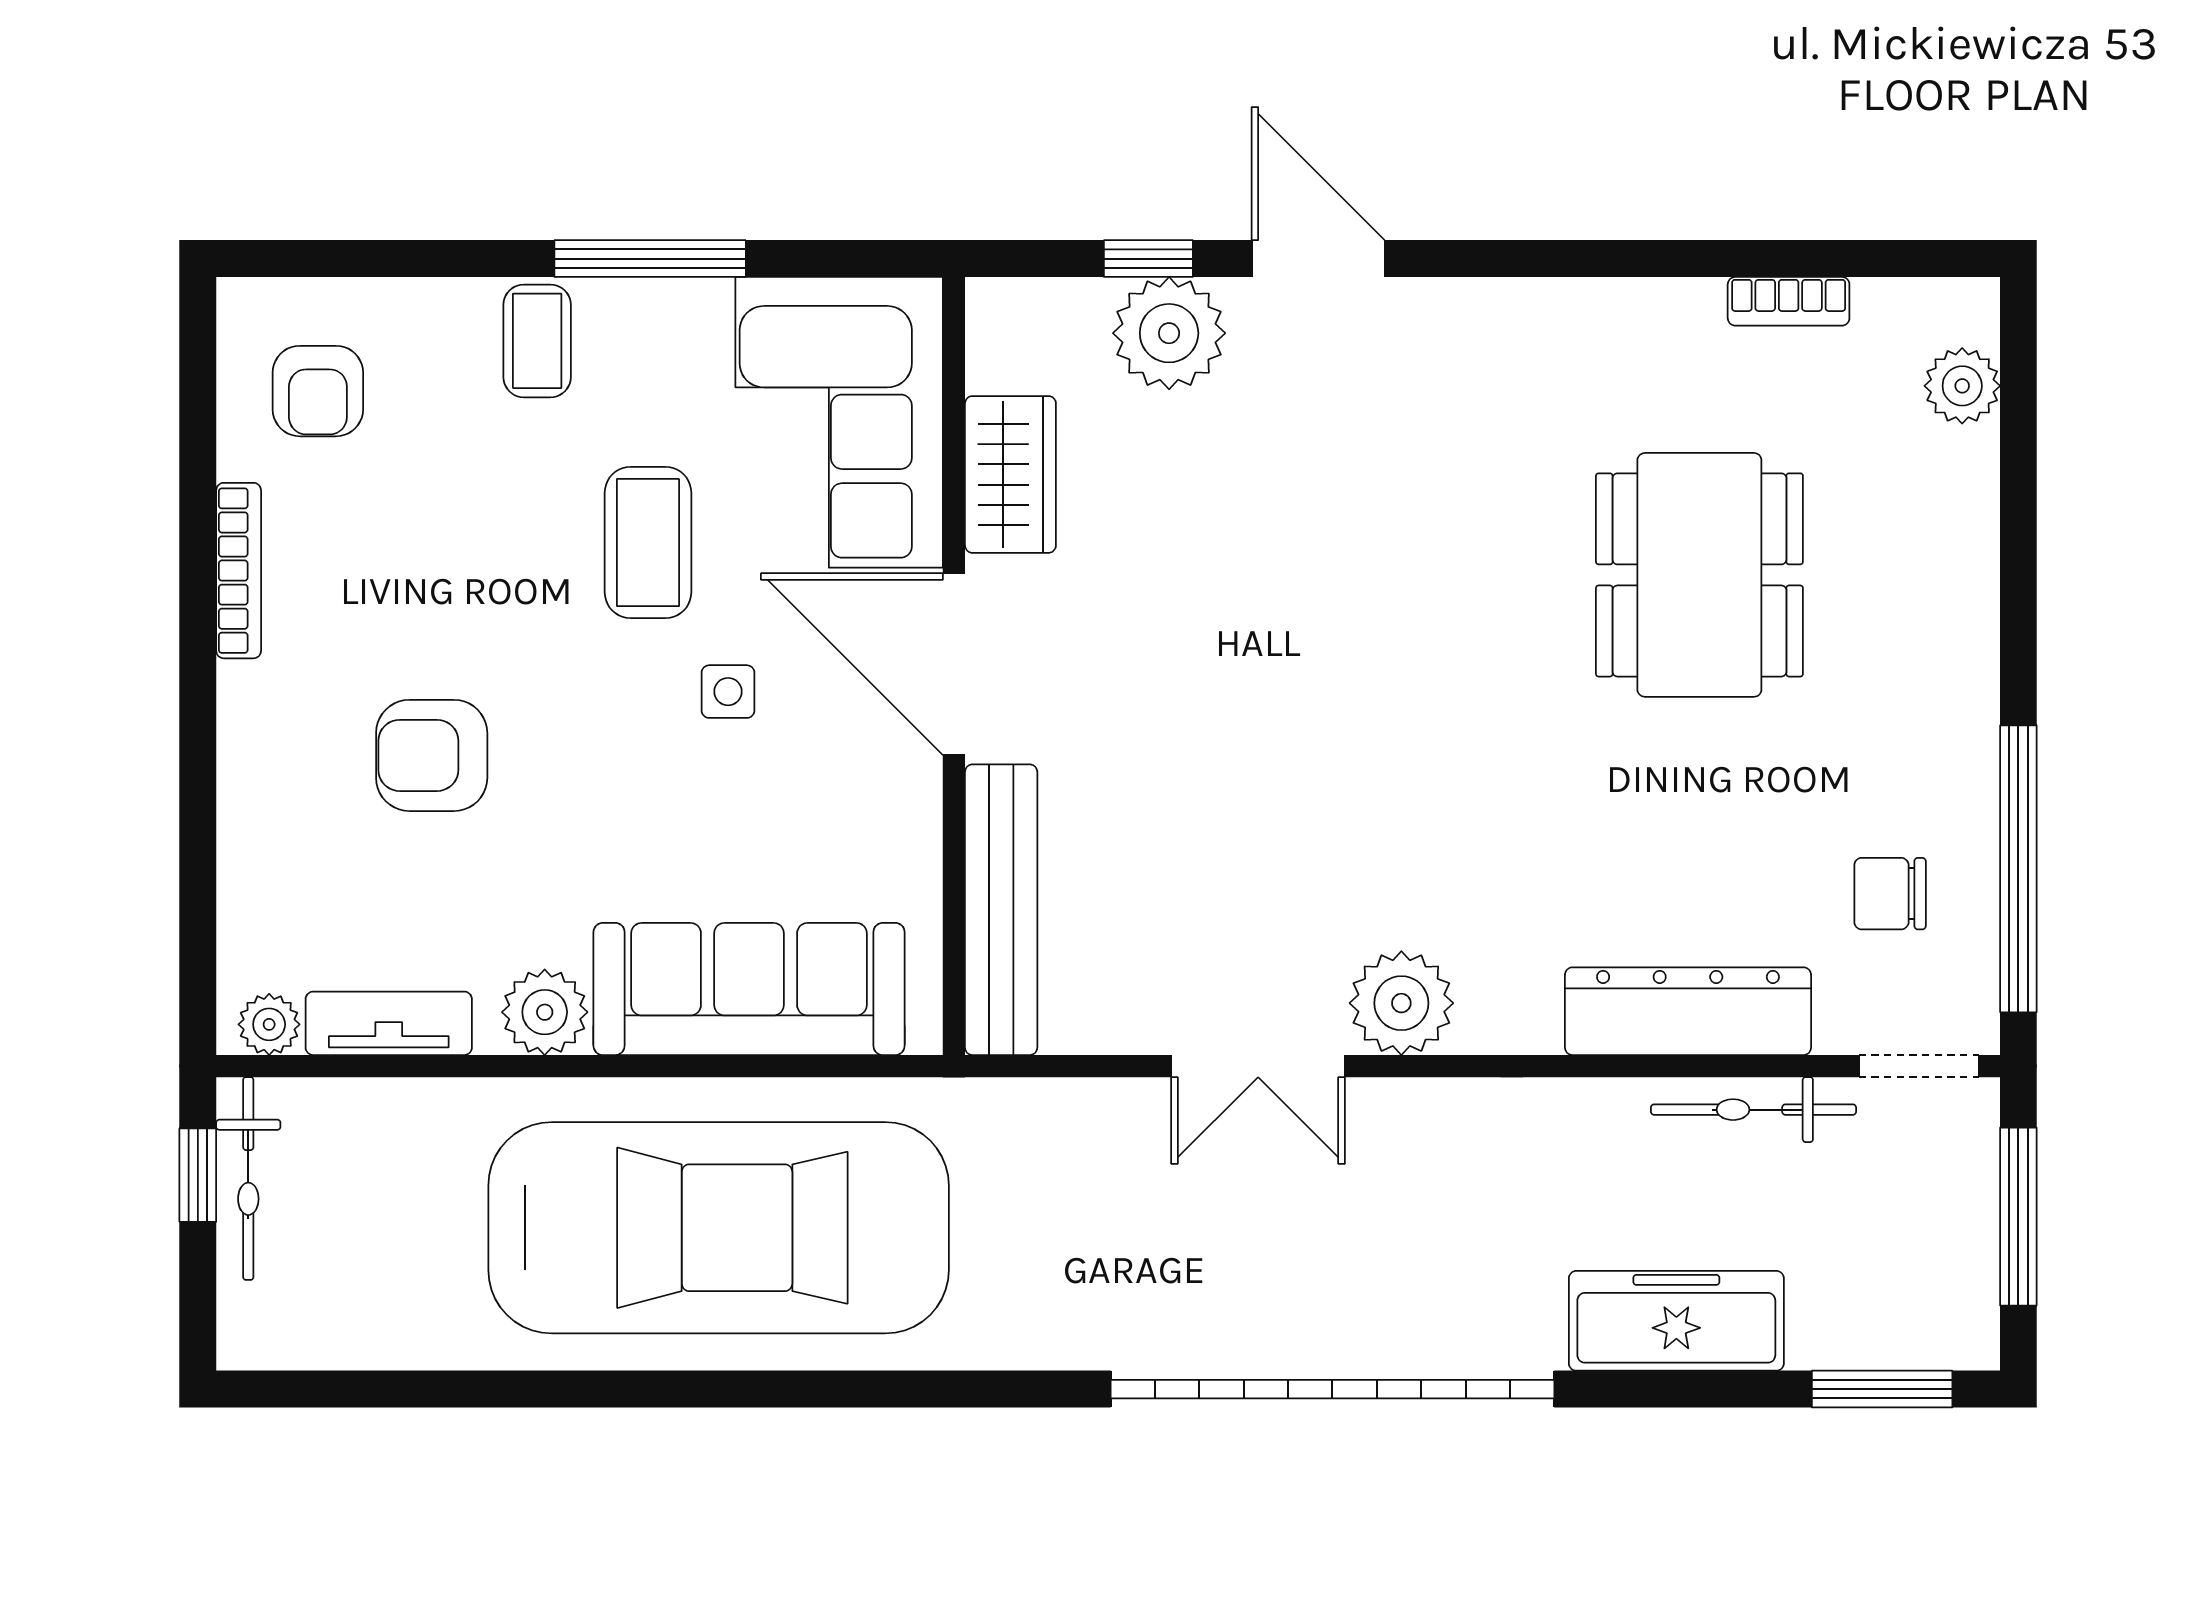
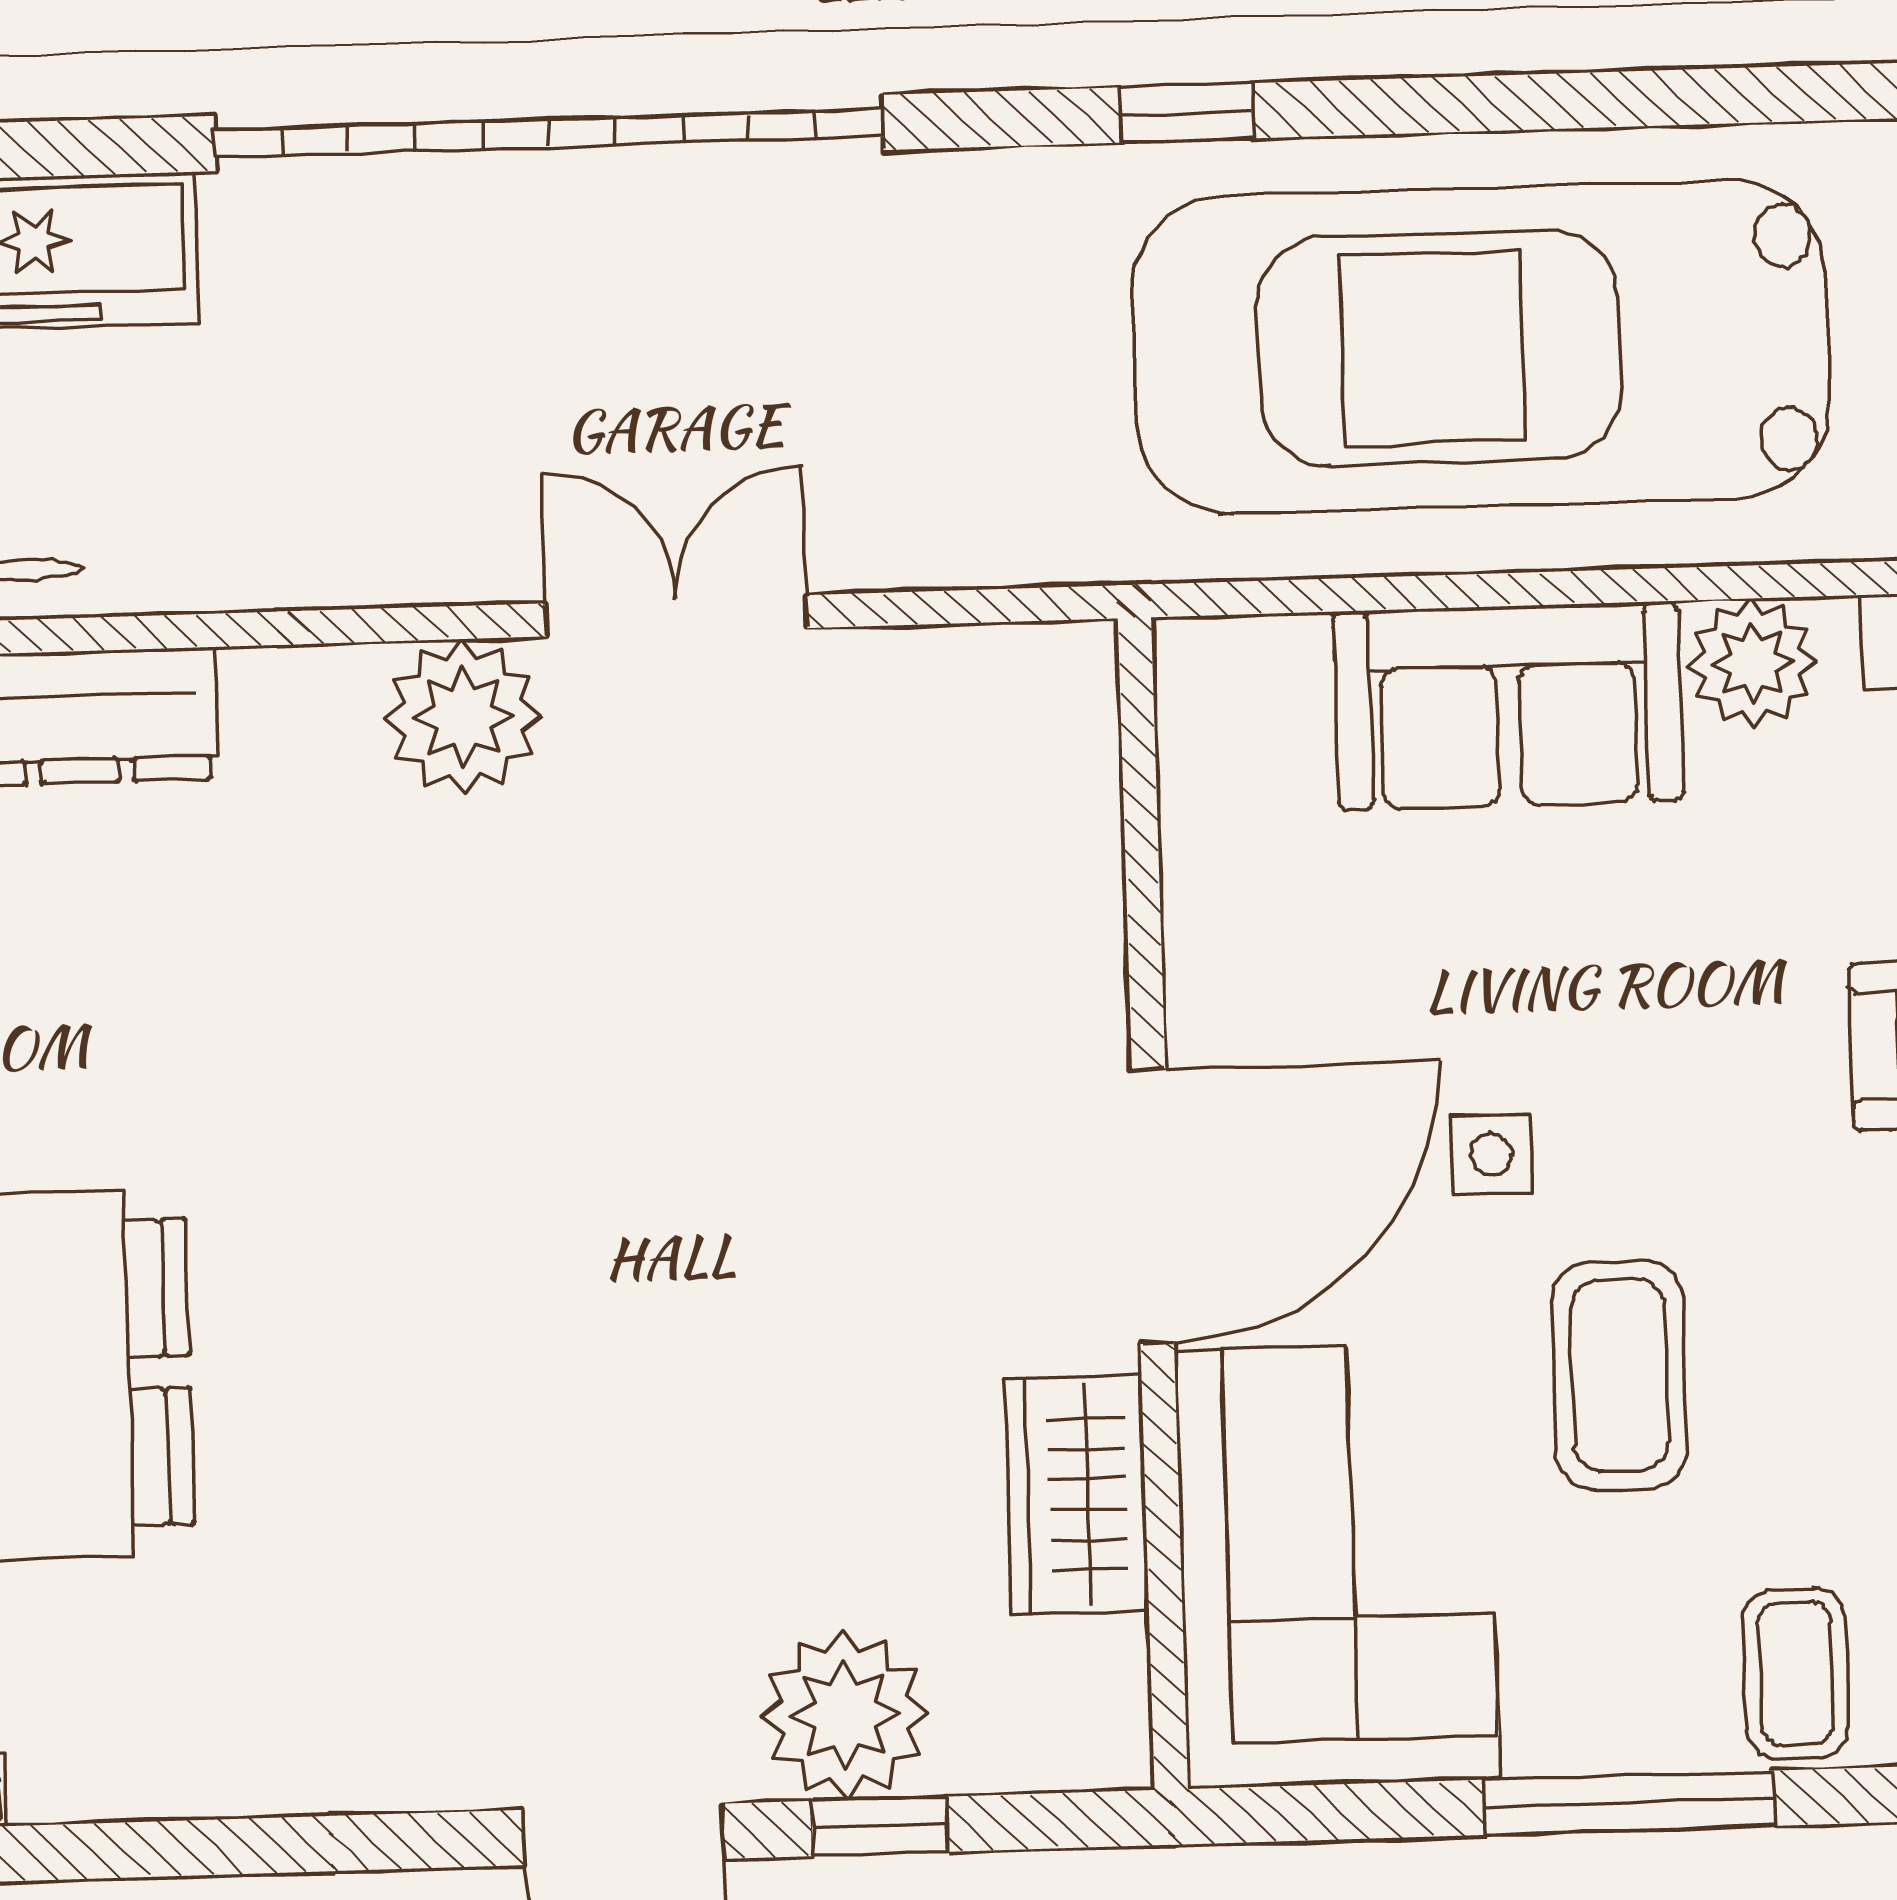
door: (954, 664) -> (1153, 1206), hinge flipped
bench: (1001, 910) -> (1070, 839), removed
sofa: (749, 989) -> (1508, 706), width x0.73
window: (909, 1389) -> (1187, 113), added

